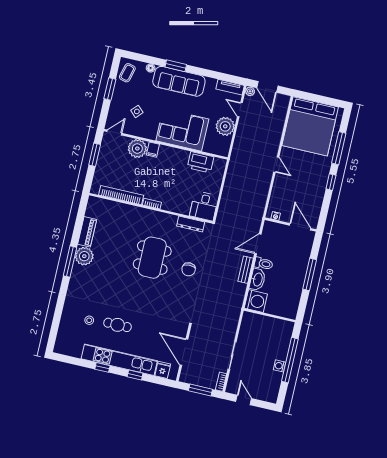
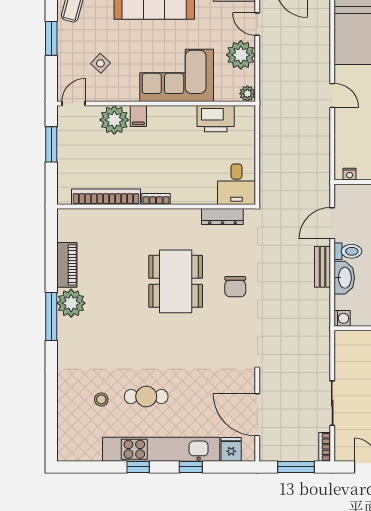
plant: (224, 151) -> (247, 94), added
washing machine: (256, 301) -> (342, 318), width x0.53, depth x0.53

